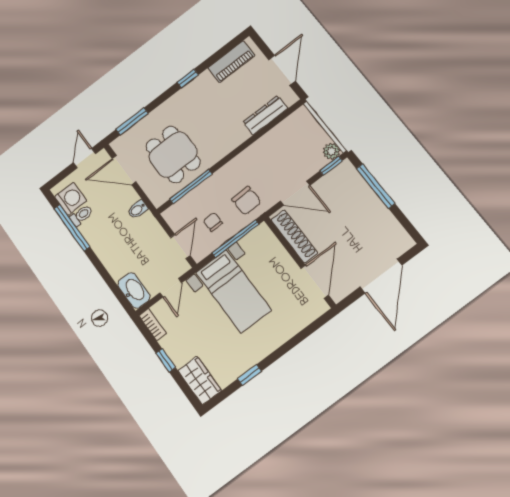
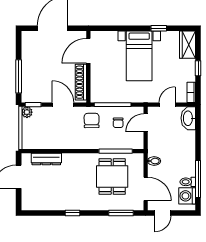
piano: (231, 62) -> (42, 203), removed
bed with nightstands: (233, 291) -> (139, 56), moved, turned 180

